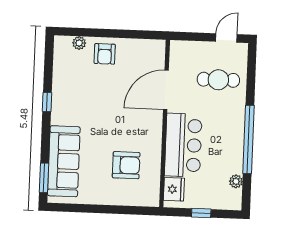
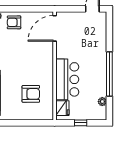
armchair: (105, 54) -> (14, 22), turned 90
cafe table: (218, 80) -> (88, 36), removed
door: (166, 90) -> (55, 28), moved

